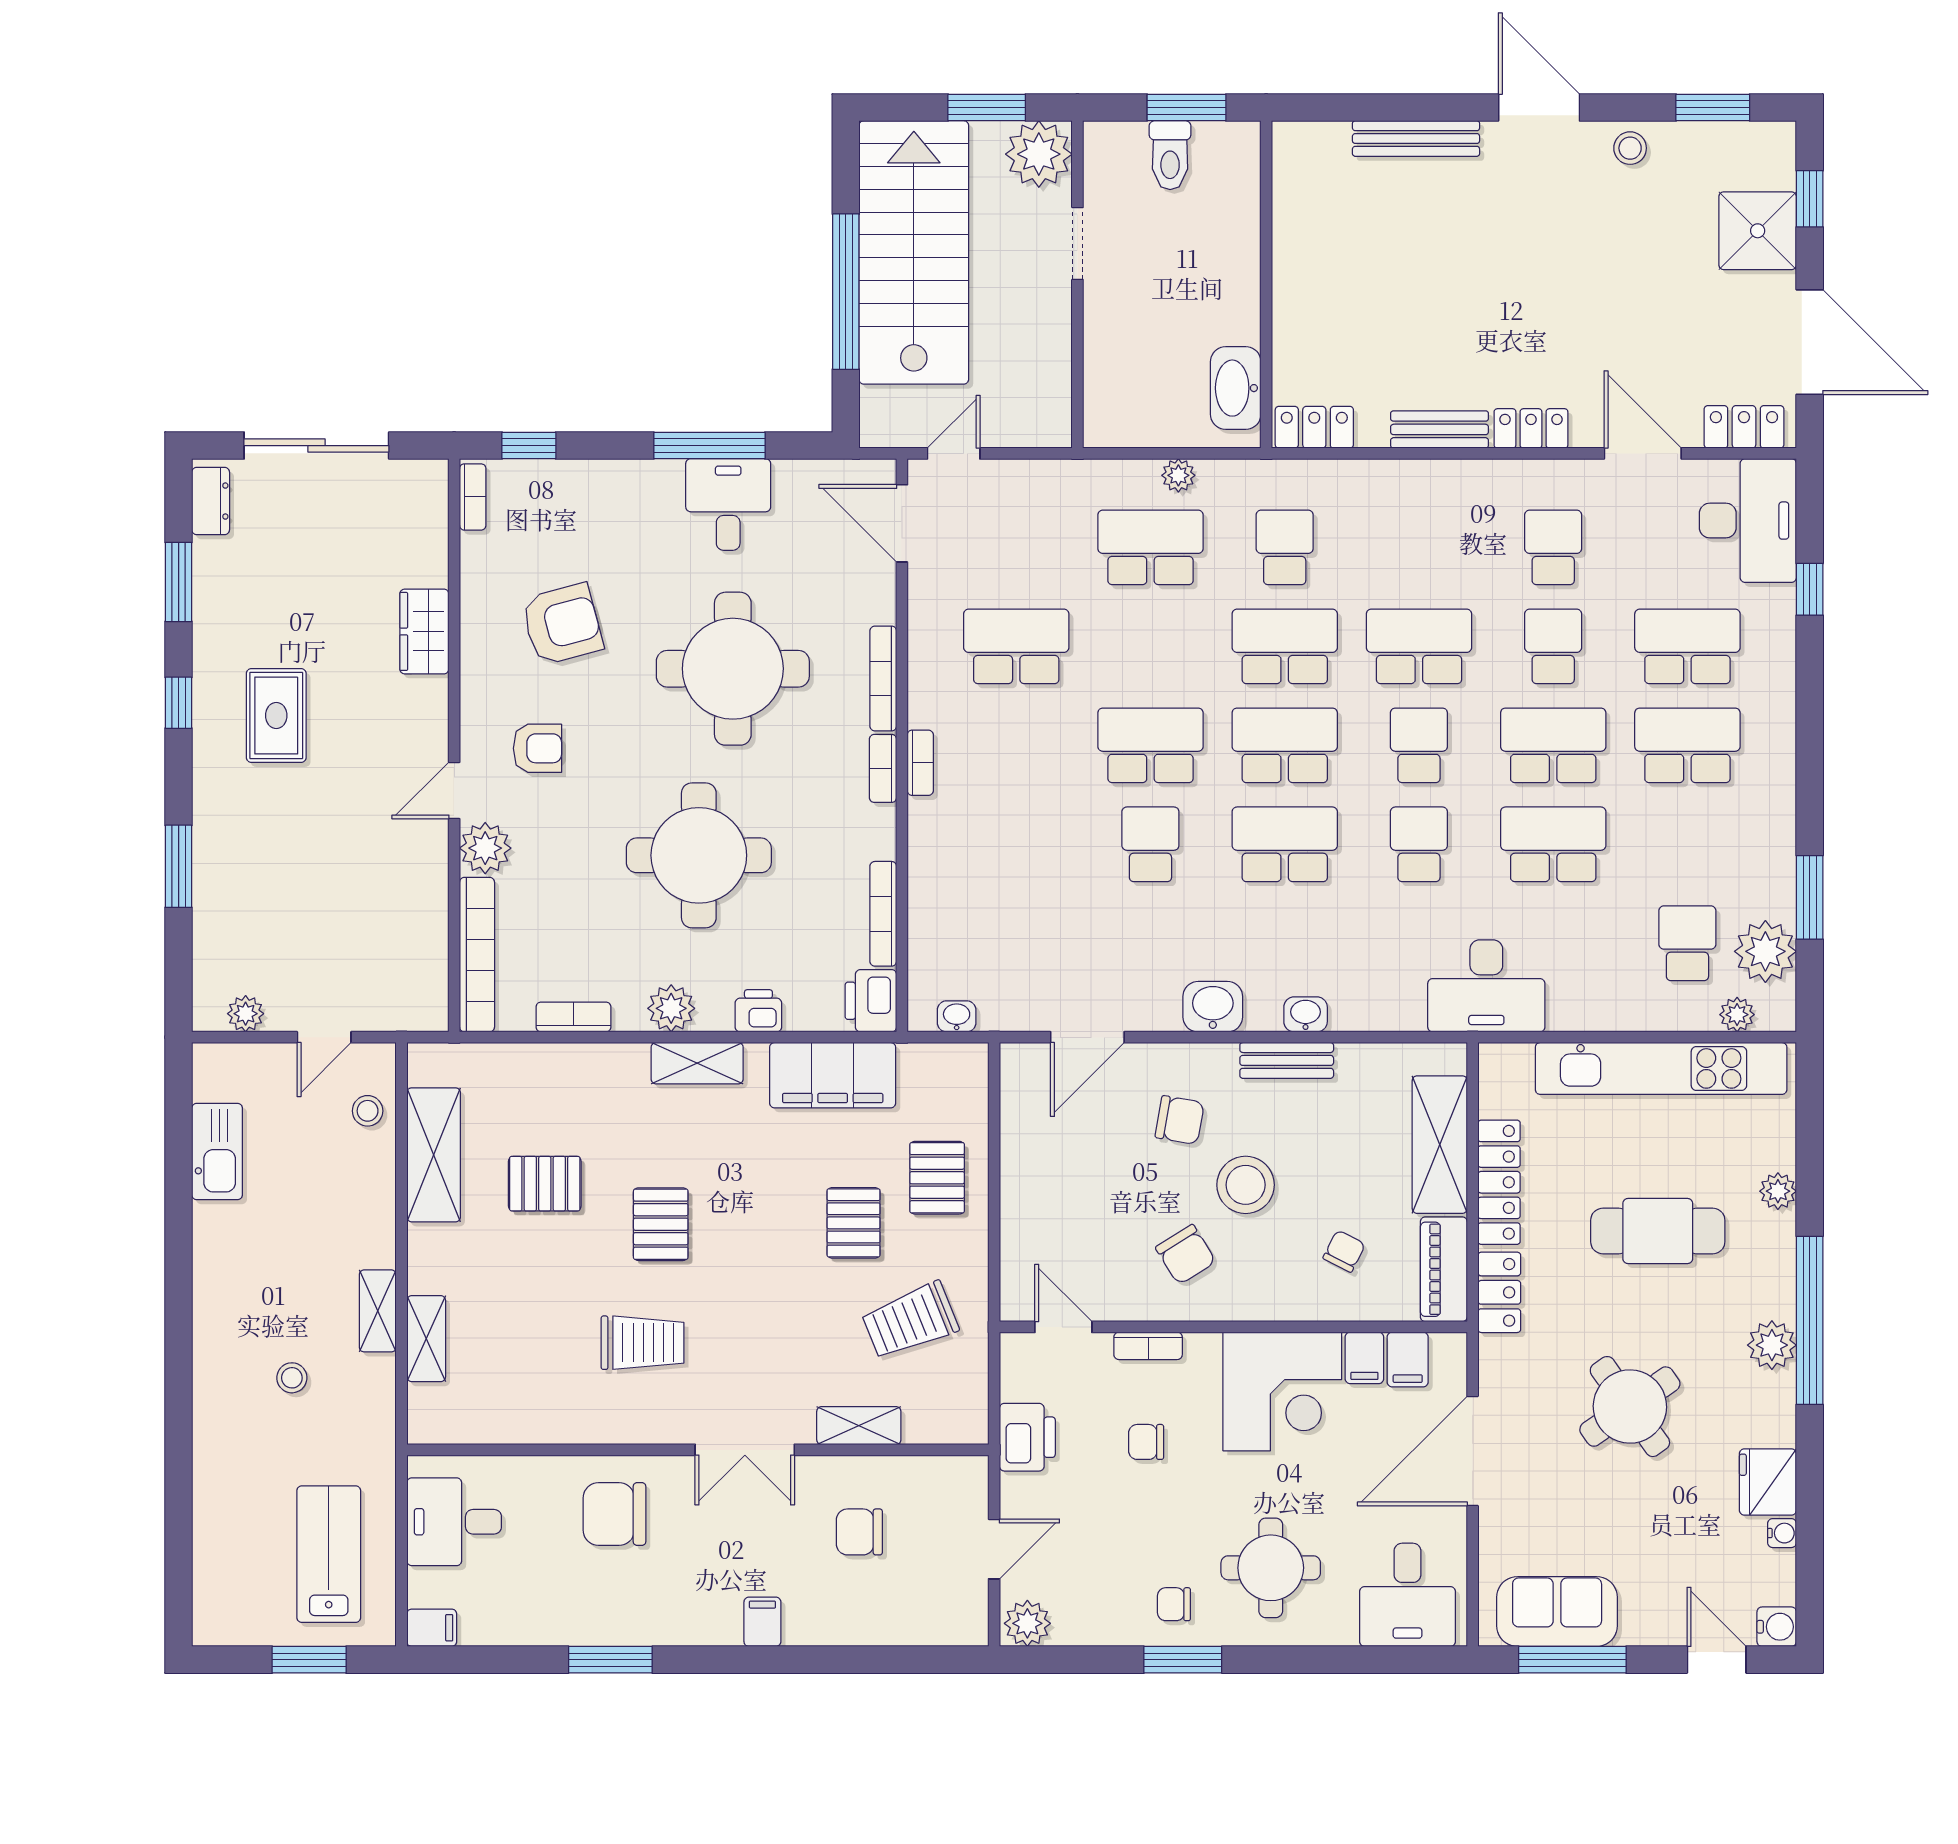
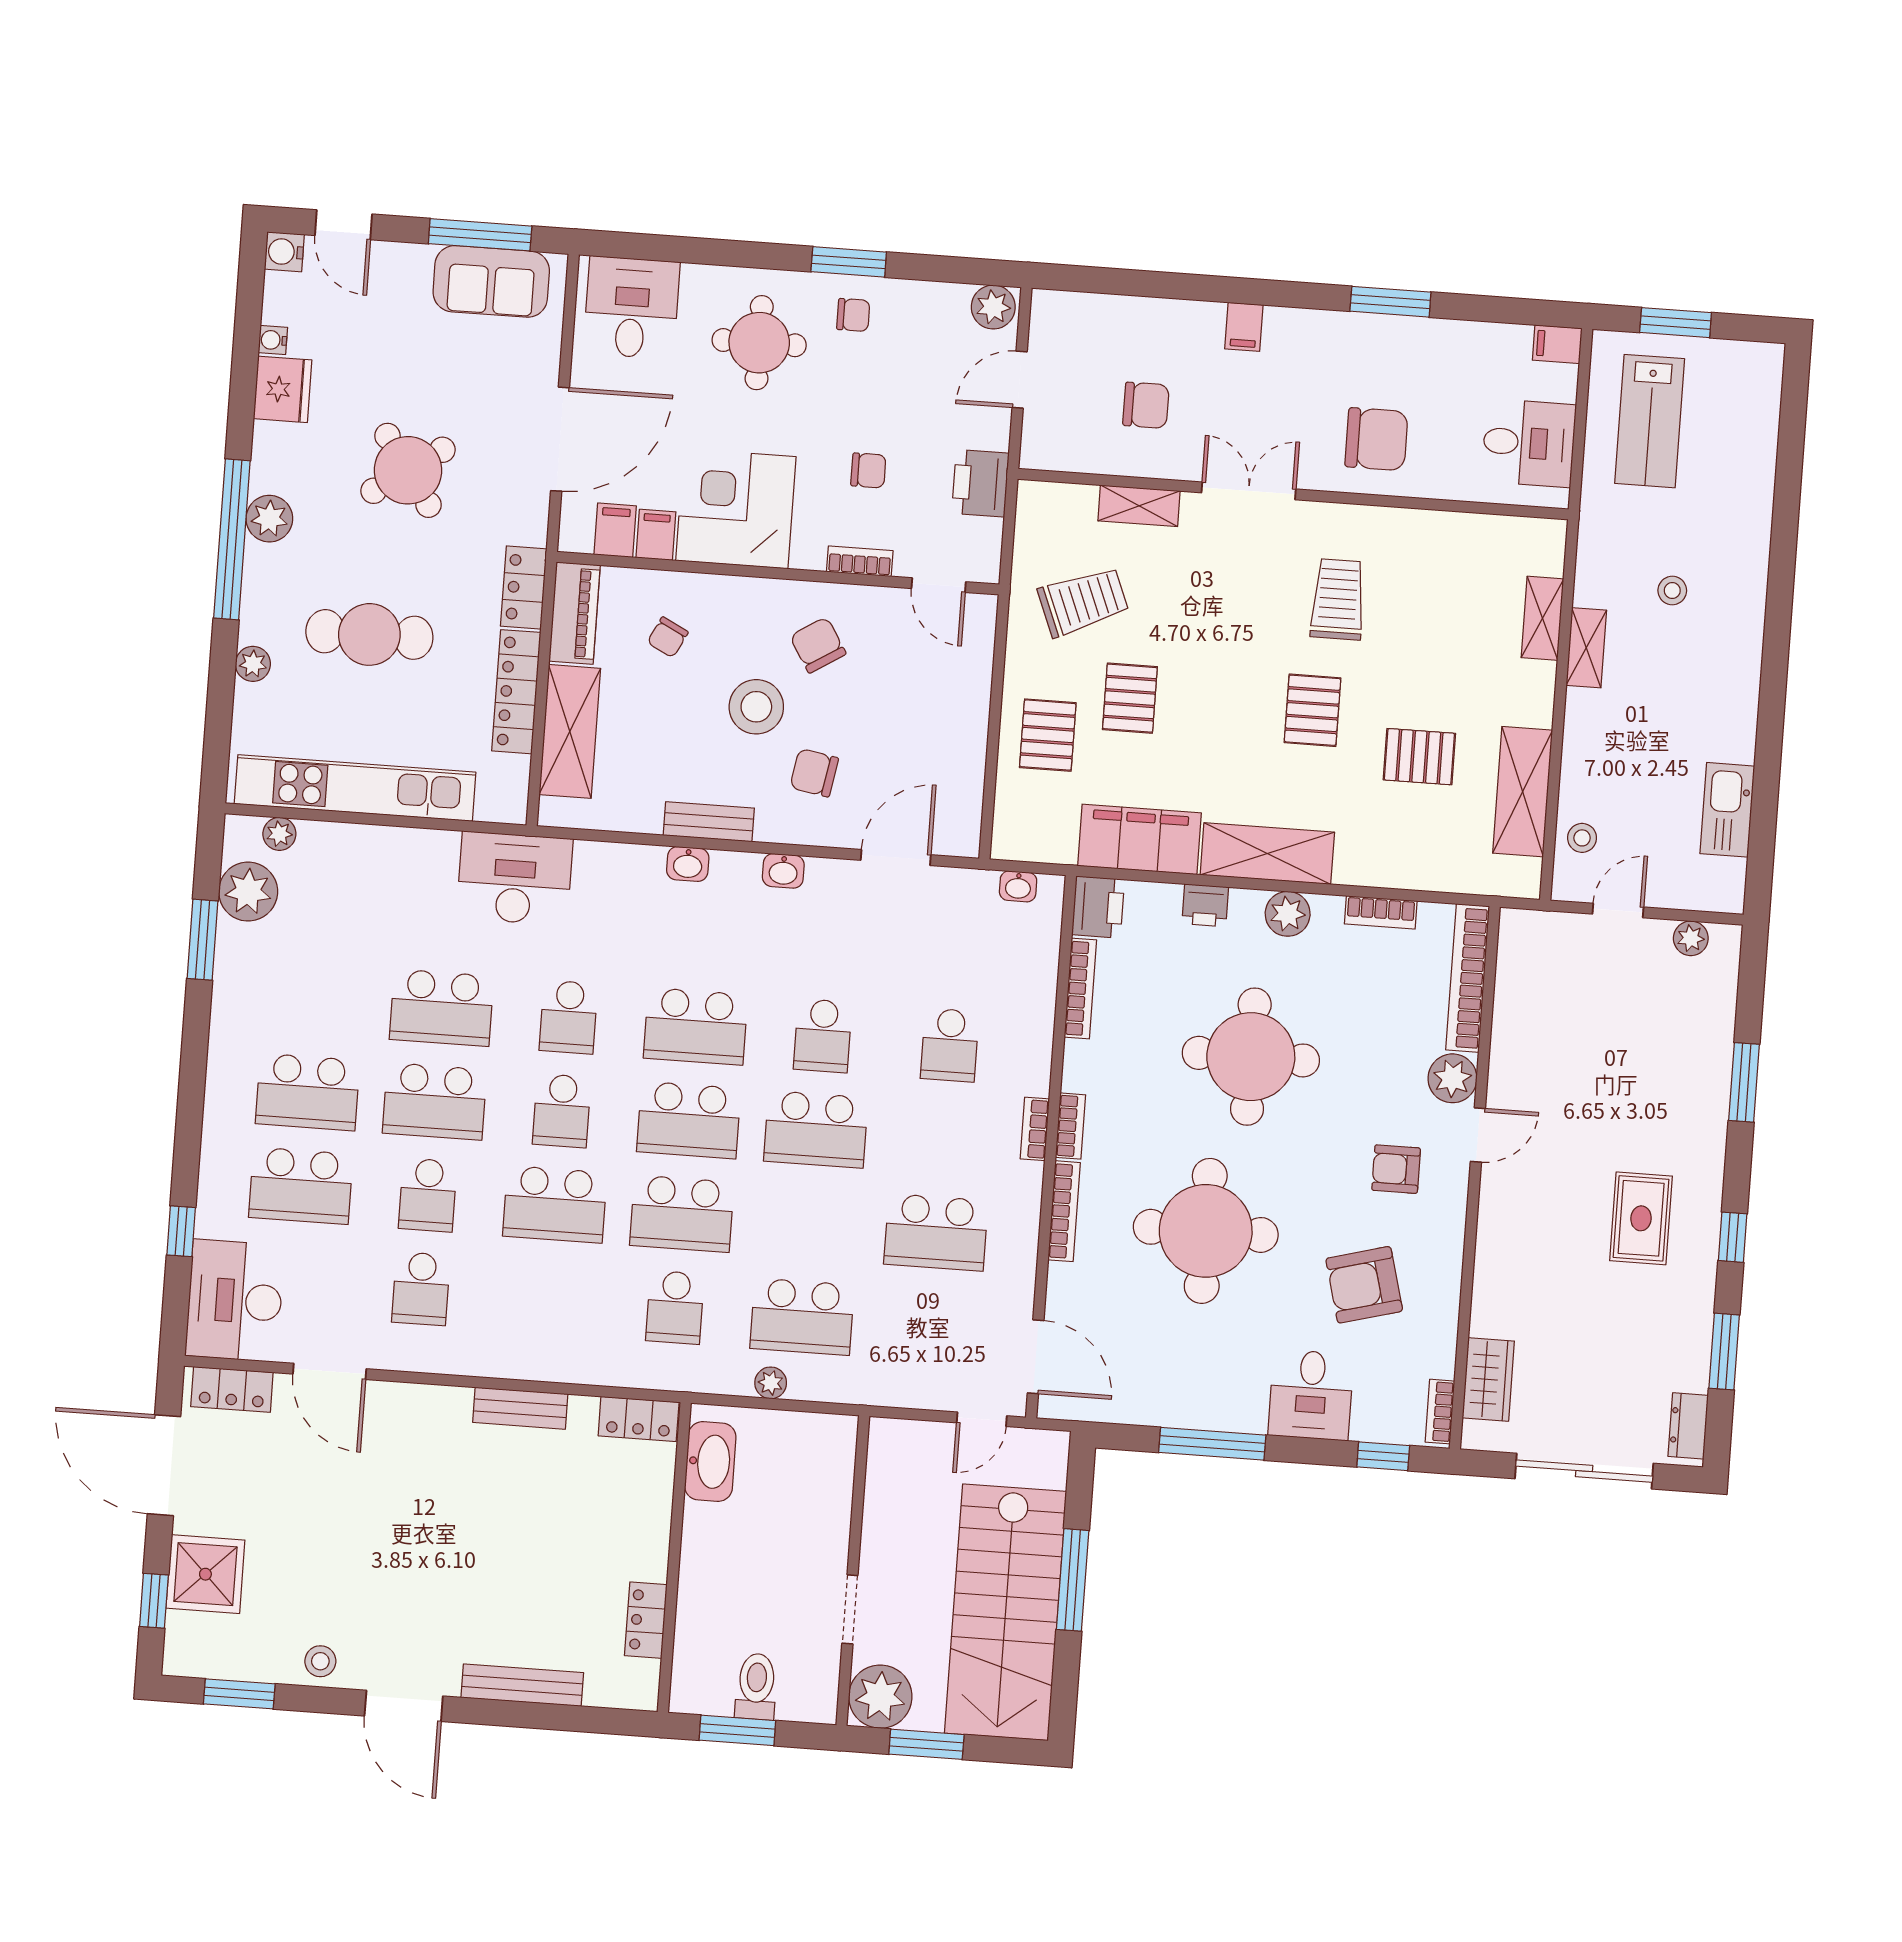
window: (846, 292) -> (1073, 1580), width x0.68
locker: (1531, 428) -> (646, 1620), moved, turned 90
desk: (728, 504) -> (1311, 1395), moved
wardrobe: (424, 631) -> (1488, 1379), moved
school desk: (1687, 943) -> (950, 1045), moved
washbasin: (1213, 1007) -> (783, 871), width x0.72, depth x0.69
shelving: (697, 1063) -> (1267, 854), width x1.50, depth x1.33
trolley: (643, 1343) -> (1338, 599), turned 90

